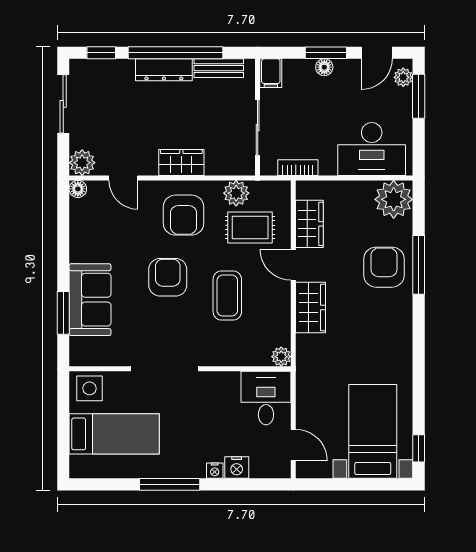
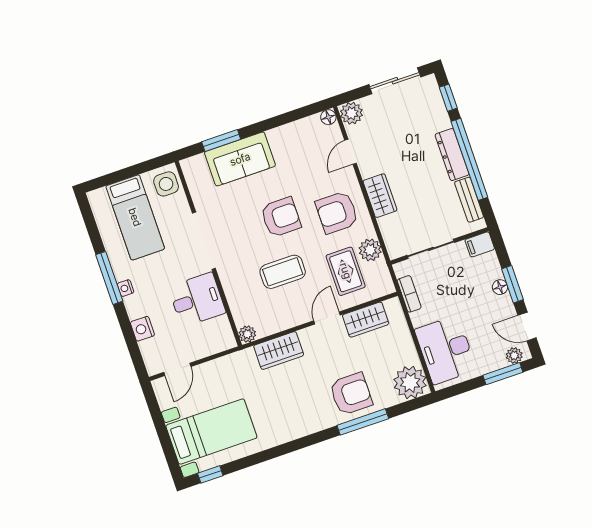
wardrobe: (311, 307) -> (279, 350), moved
desk: (266, 398) -> (197, 300), moved
nightstand: (215, 471) -> (125, 288), moved

